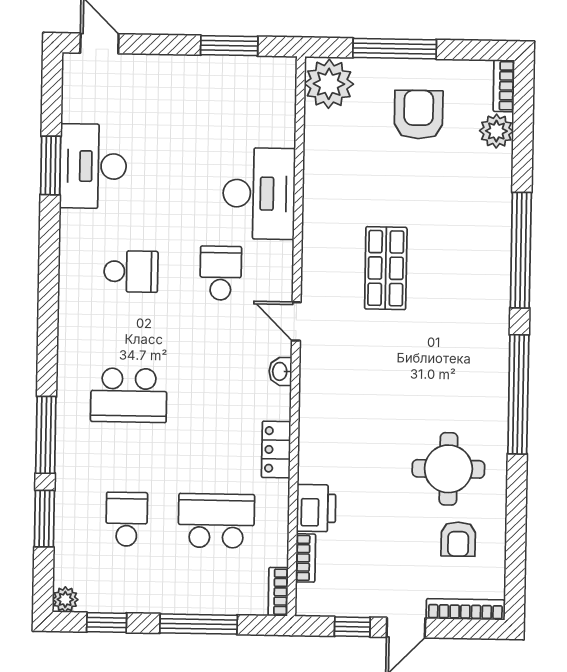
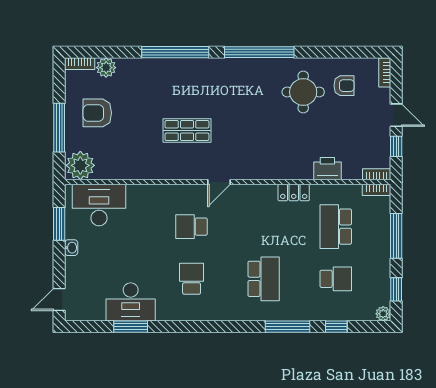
desk: (259, 194) -> (99, 205), moved
washbasin: (280, 371) -> (71, 248), moved, turned -90
window: (44, 519) -> (336, 327), width x0.67
school desk: (127, 519) -> (336, 279), turned 180
bookcase: (306, 558) -> (377, 174), moved
bookcase: (465, 609) -> (385, 72), width x0.64

